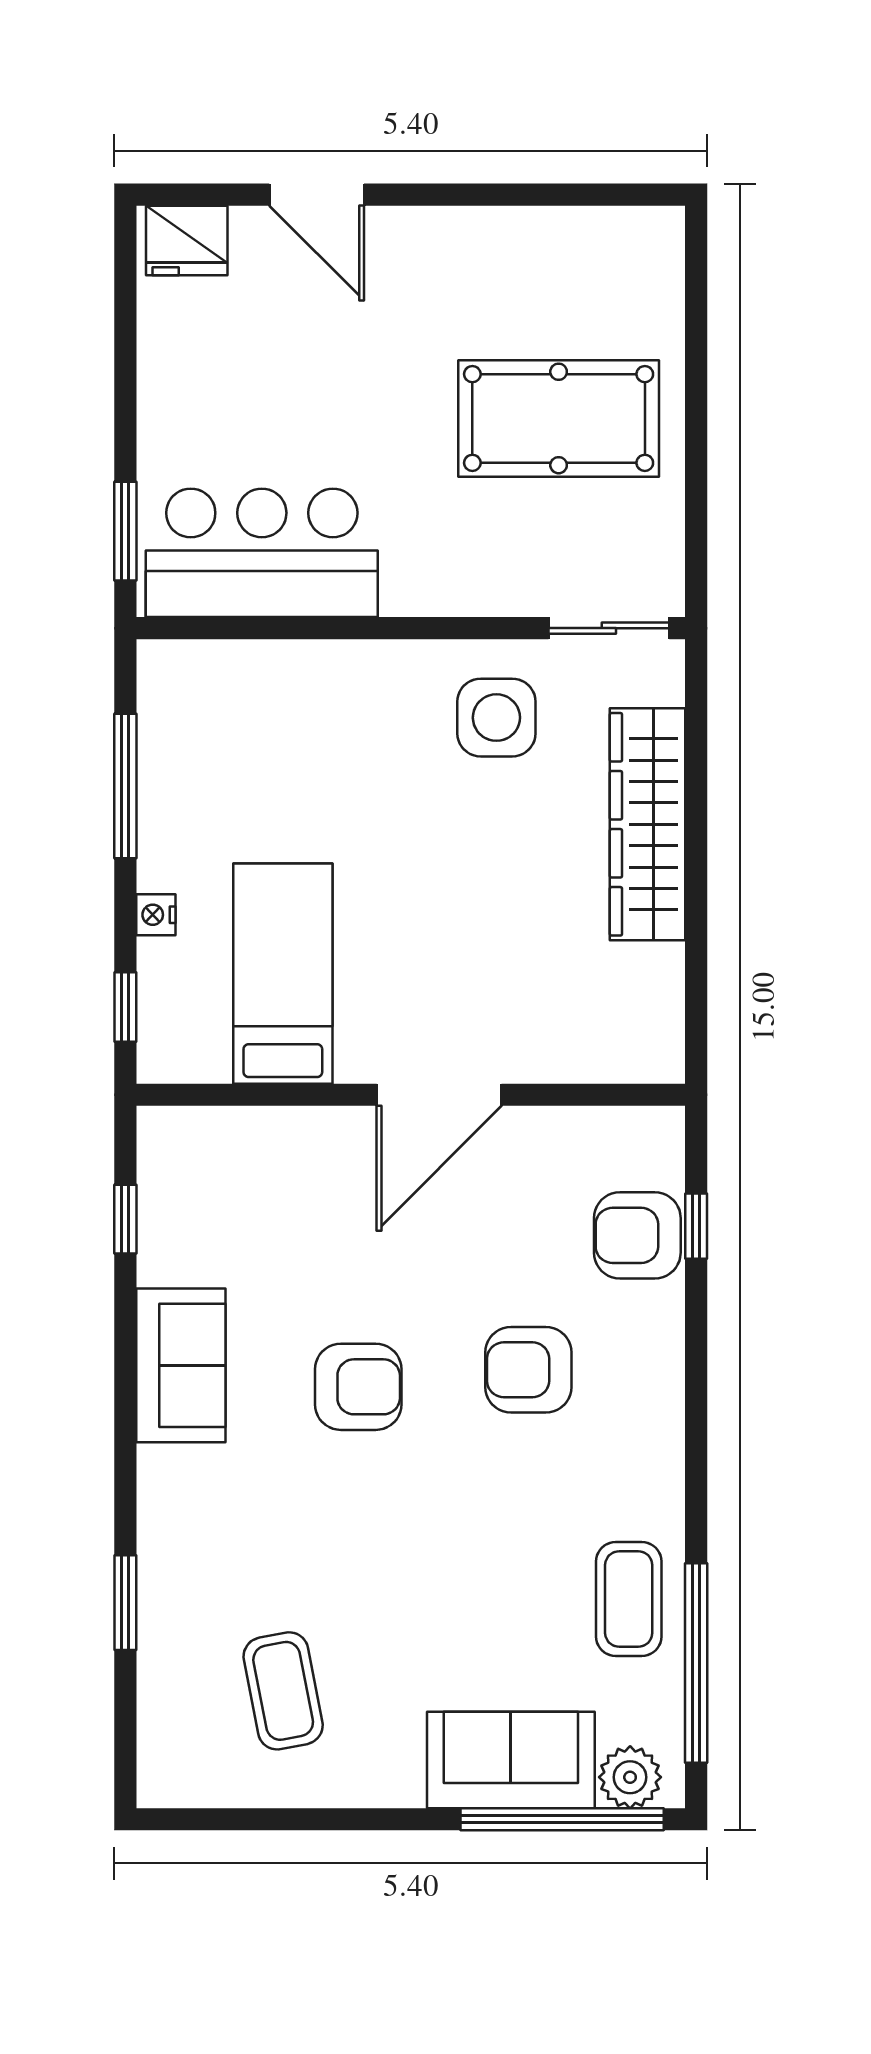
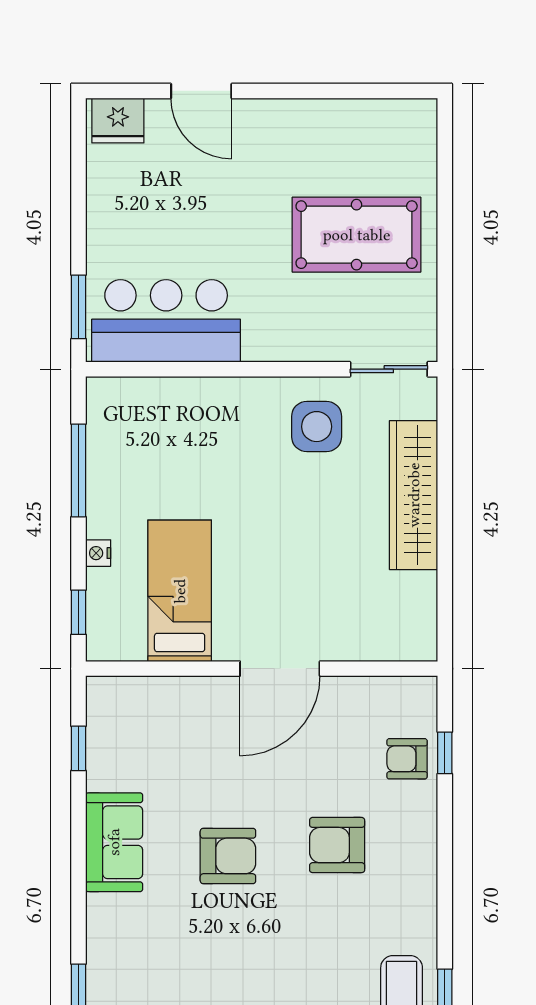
armchair: (637, 1235) -> (407, 759), width x0.72, depth x0.72

